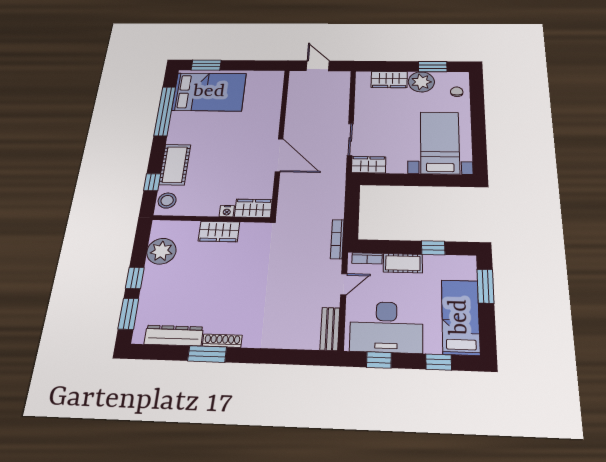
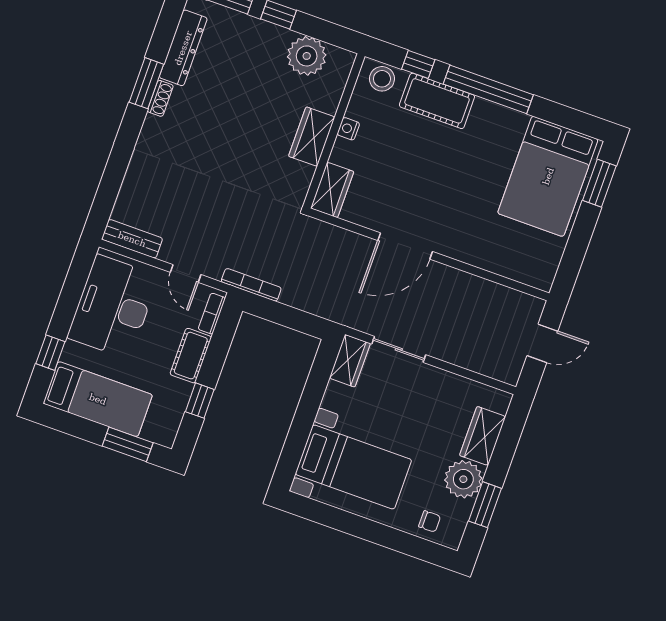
window: (165, 111) -> (488, 89), moved
nightstand: (227, 211) -> (348, 129), moved
shoe rack: (222, 341) -> (160, 98), width x0.70
window: (379, 360) -> (75, 284), removed

